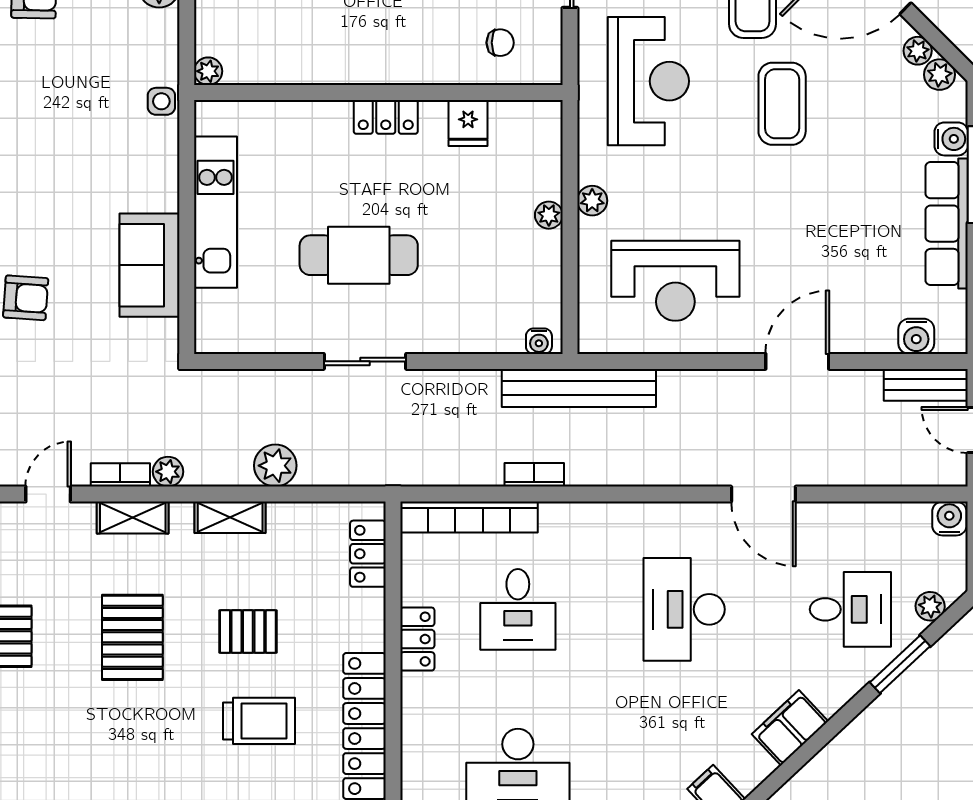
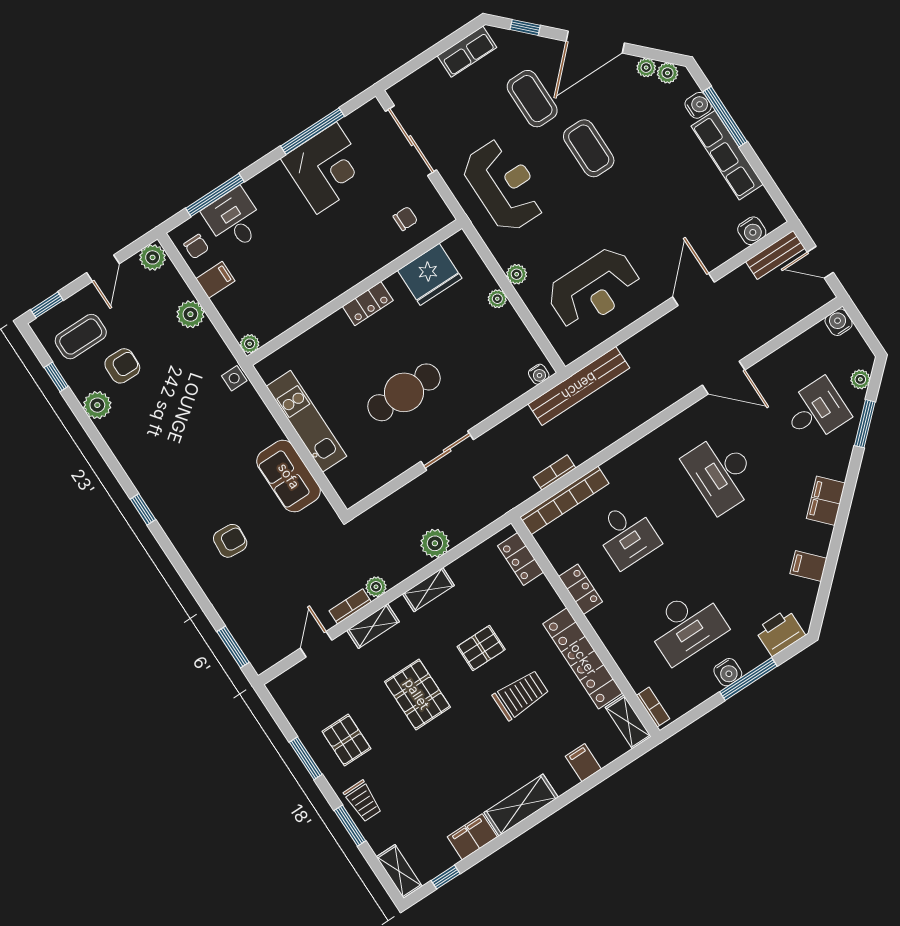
fridge: (468, 123) -> (430, 274), width x1.88, depth x1.34
bookcase: (534, 475) -> (555, 472), moved

